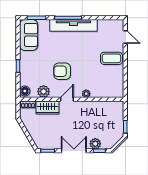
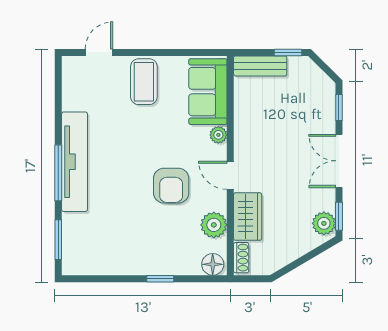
sofa: (29, 35) -> (208, 92), moved, turned -90
bench: (119, 114) -> (260, 66), added
plant: (95, 144) -> (324, 223), moved

